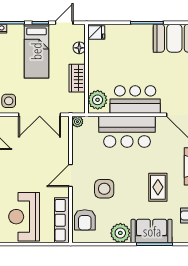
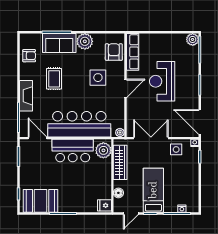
wardrobe: (77, 78) -> (120, 162), width x1.50
bar counter: (127, 132) -> (79, 124), width x1.36
reception desk: (24, 217) -> (162, 81), moved, turned 180

